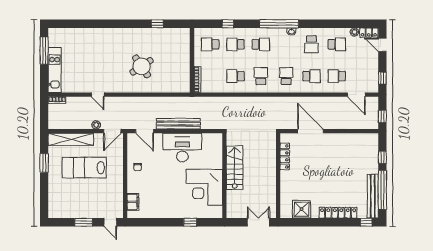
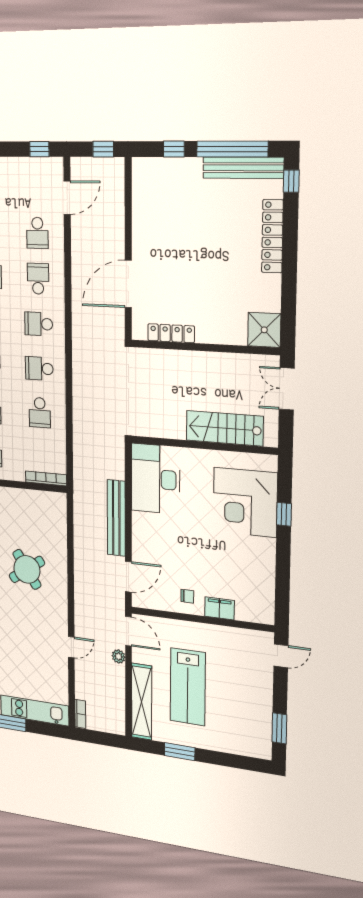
desk: (182, 148) -> (156, 479), moved
stairs: (235, 168) -> (224, 428), moved
corner desk: (204, 187) -> (245, 502), moved, turned 90
filing cabinet: (133, 202) -> (220, 608), moved
shower: (302, 209) -> (264, 330), moved
window: (84, 222) -> (279, 728), moved

